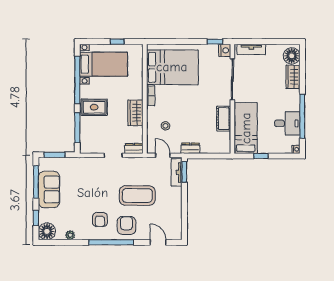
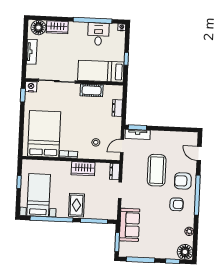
tv unit: (251, 49) -> (32, 52), moved
dresser: (190, 148) -> (117, 108), moved
sofa: (49, 189) -> (130, 225), moved, turned 90
door: (158, 242) -> (199, 154), hinge flipped

